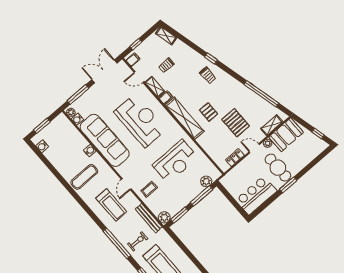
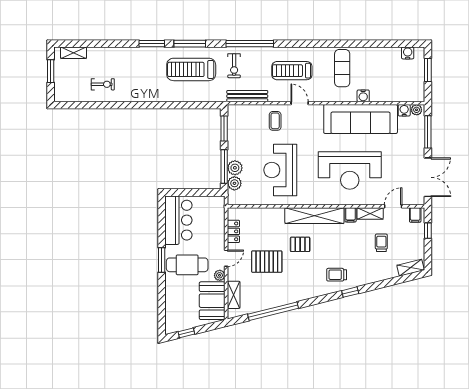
plant: (164, 217) -> (235, 168), moved

